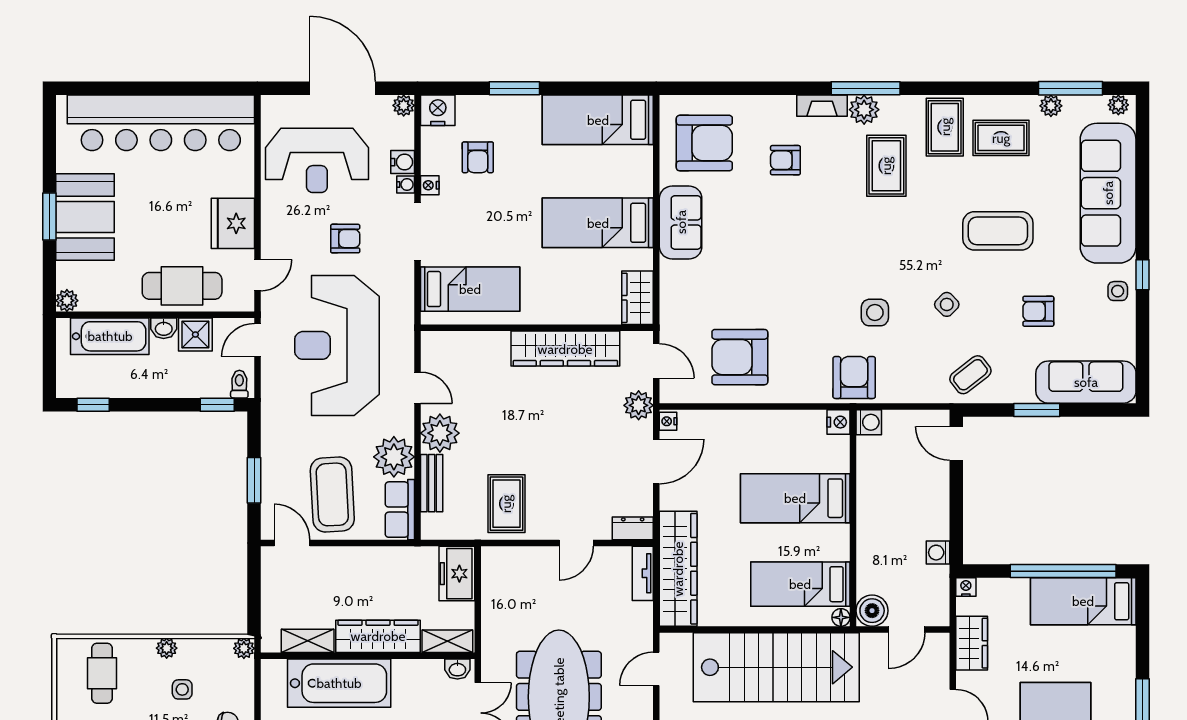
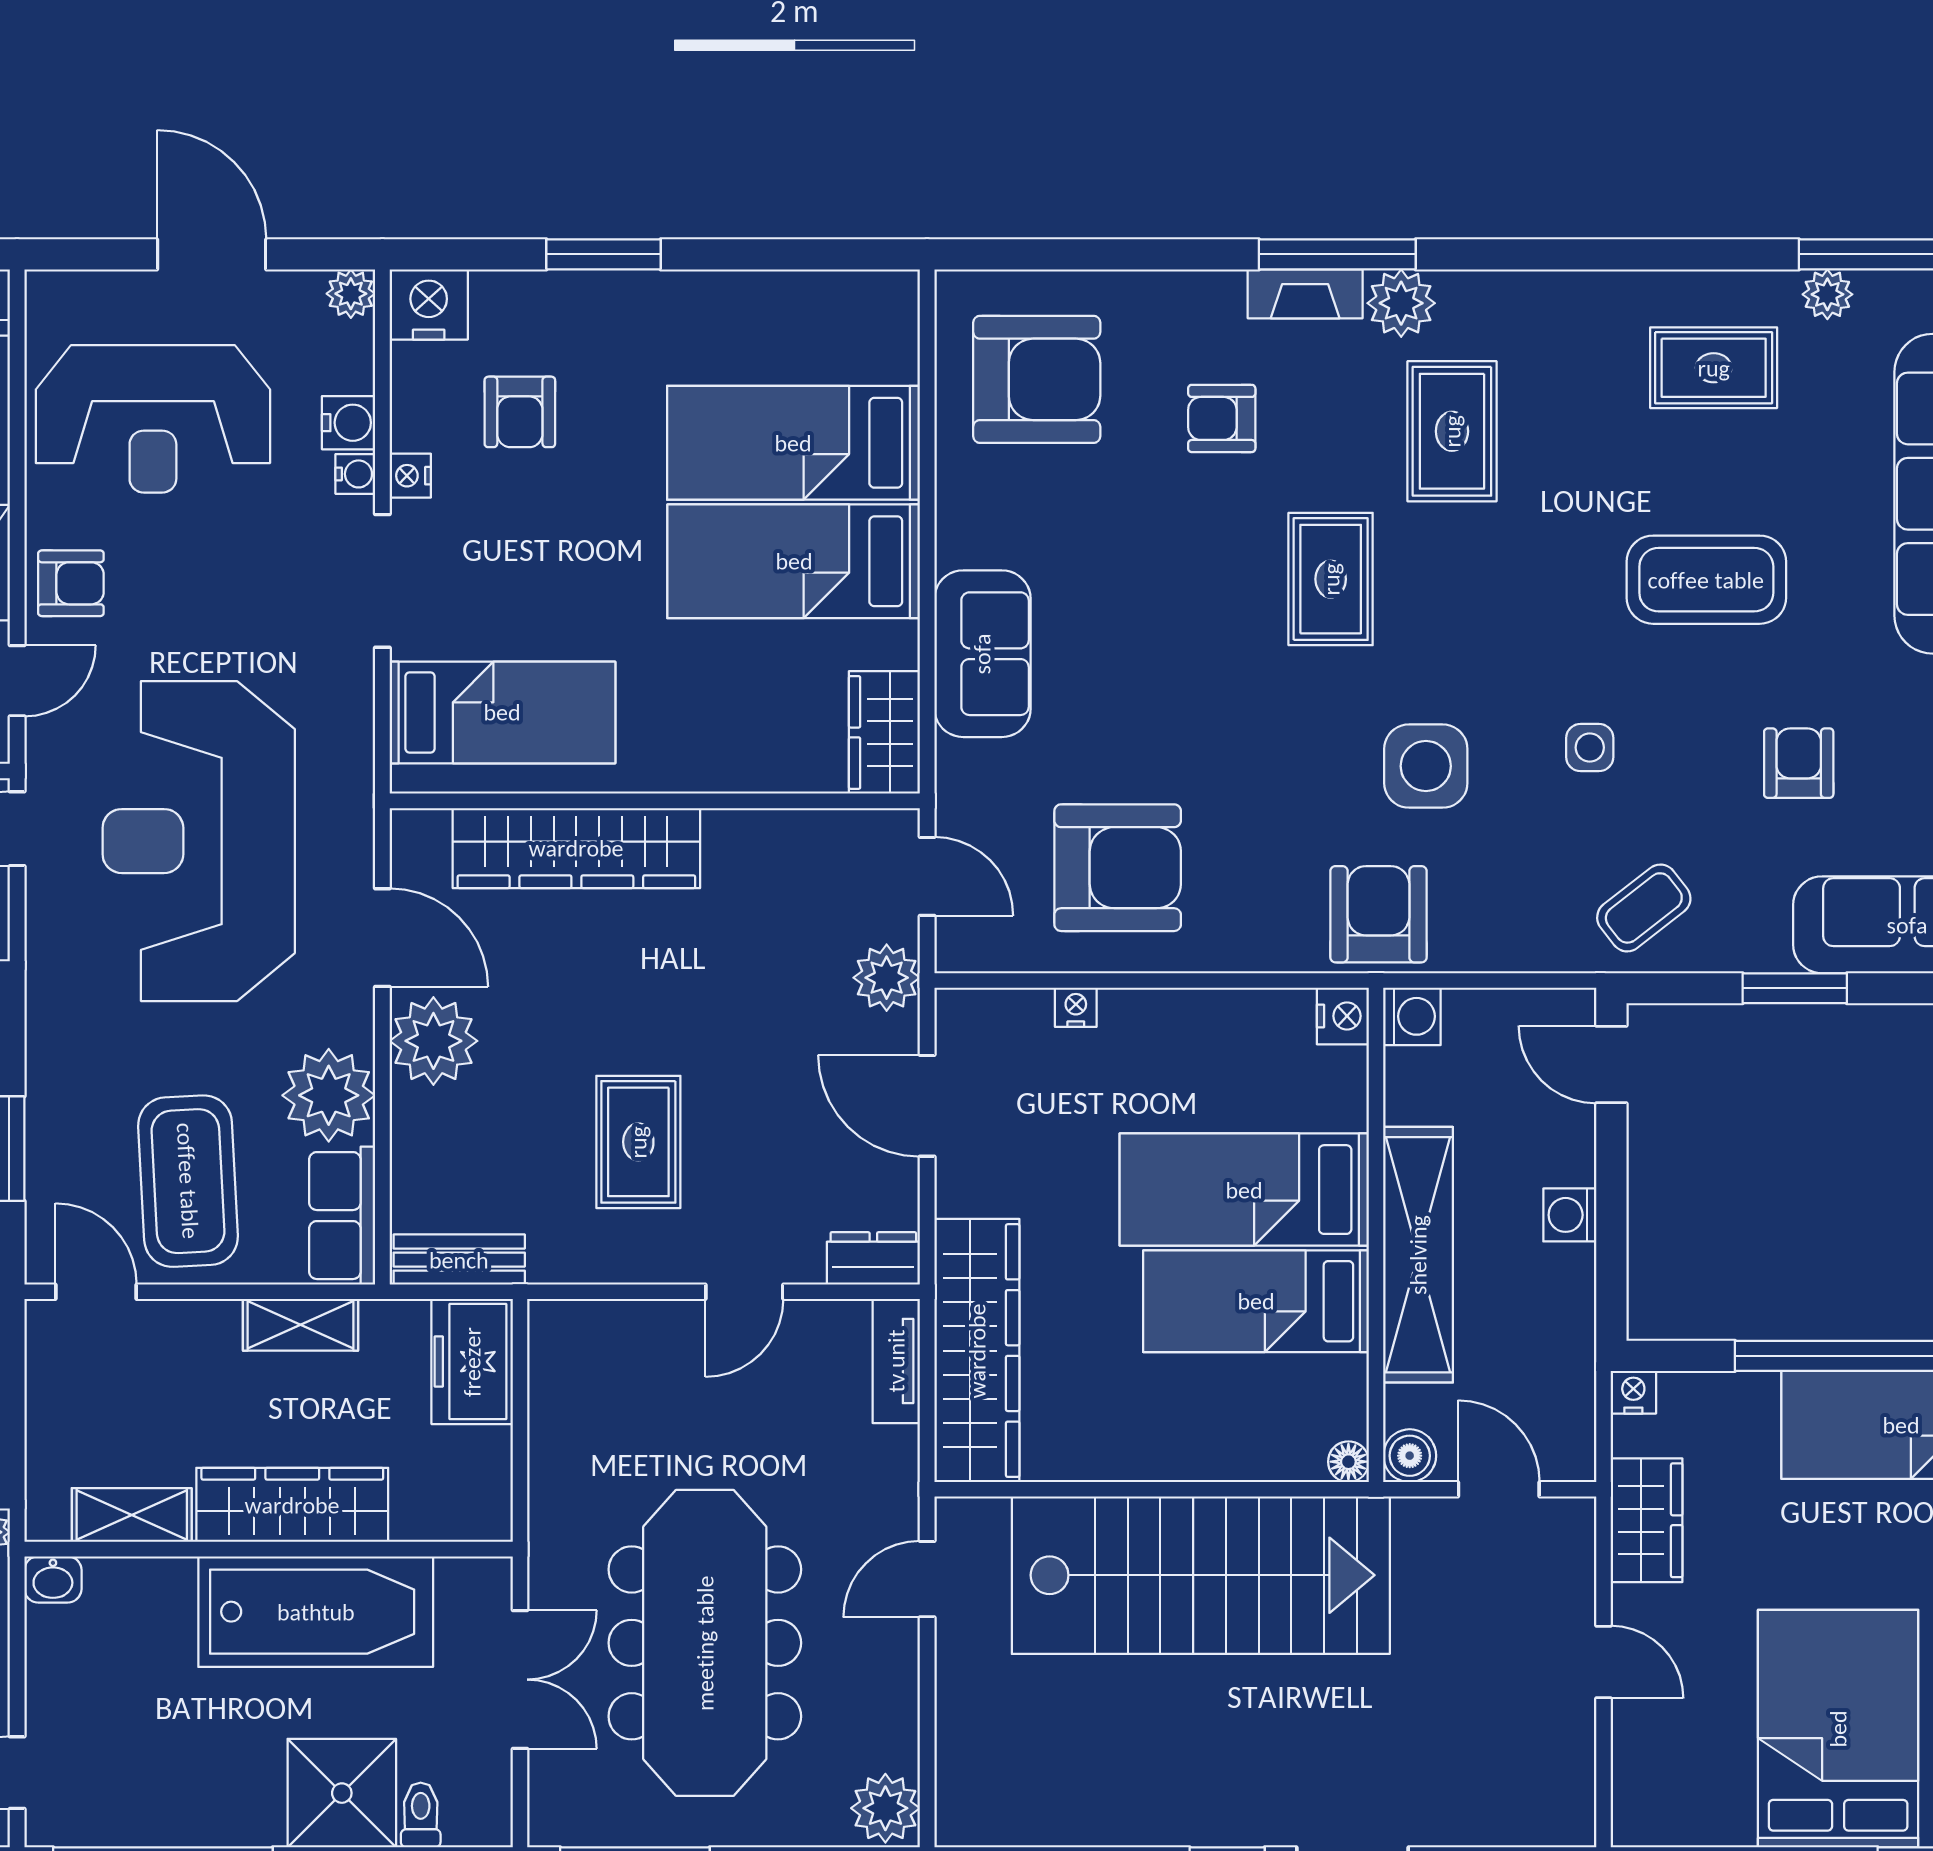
door: (343, 88) -> (212, 254), width x0.73
window: (866, 88) -> (1337, 254), moved
bed: (598, 120) -> (793, 443), moved
rug: (945, 127) -> (1331, 579), moved
sofa: (681, 222) -> (982, 654), moved
armchair: (345, 239) -> (71, 583), moved
side table: (947, 304) -> (1590, 748), turned 45
armchair: (1038, 311) -> (1799, 763), turned 90
side table: (875, 313) -> (1426, 766), width x1.37, depth x1.37
wardrobe: (565, 349) -> (576, 848), moved
armchair: (740, 357) -> (1118, 868), turned 180
door: (417, 388) -> (382, 938), width x1.37
nightstand: (668, 421) -> (1076, 1007), moved, turned 90
door: (656, 461) -> (927, 1106), swing flipped
bench: (432, 483) -> (459, 1260), moved, turned 90
rug: (506, 504) -> (638, 1142), moved
shelving: (872, 527) -> (1418, 1255), added
washing machine: (938, 553) -> (1570, 1215), moved
bed: (800, 584) -> (1256, 1301), moved
boiler: (872, 611) -> (1410, 1456), width x0.73, depth x0.73
door: (907, 630) -> (1499, 1489), swing flipped
shelving: (447, 641) -> (301, 1325), moved
washbasin: (457, 669) -> (53, 1579), moved
bathtub: (339, 683) -> (316, 1612), moved

